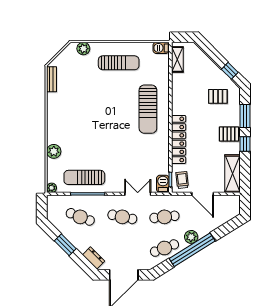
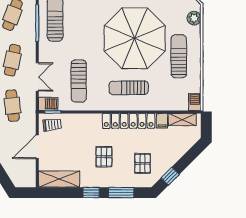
sun lounger: (119, 63) -> (179, 56), turned 180
filing cabinet: (178, 78) -> (162, 121), added
parasol: (102, 104) -> (135, 38), added
sun lounger: (148, 109) -> (129, 88), width x0.73, depth x0.75
pallet: (229, 134) -> (104, 157), moved
locker: (179, 139) -> (129, 121), moved
sun lounger: (142, 156) -> (79, 81), added

